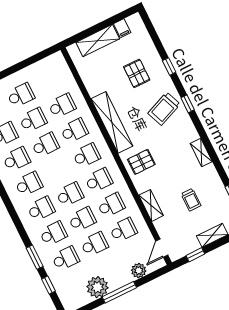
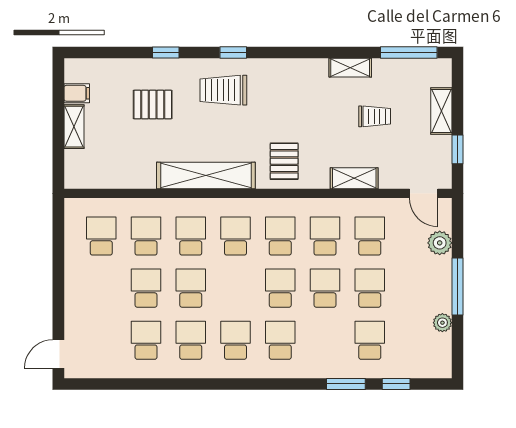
shelving: (98, 41) -> (74, 127), width x0.67, depth x0.75
school desk: (21, 95) -> (101, 236), moved
trolley: (164, 109) -> (223, 90), turned 112
shelving: (201, 152) -> (350, 68), moved
school desk: (53, 234) -> (325, 340), removed
plant: (97, 287) -> (442, 323), width x0.53, depth x0.53

